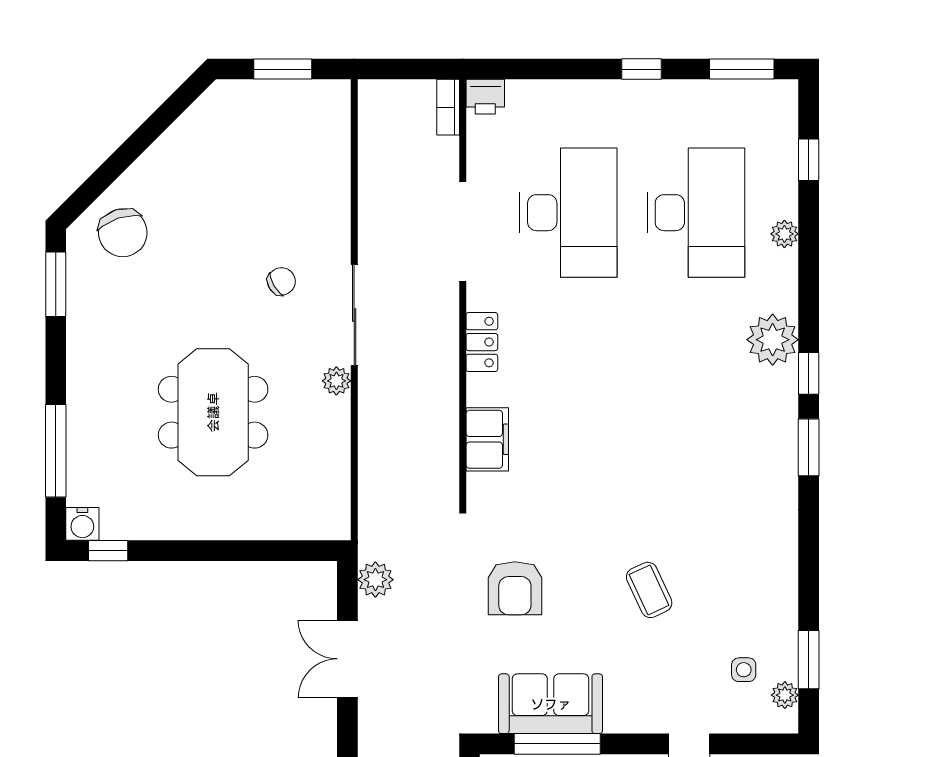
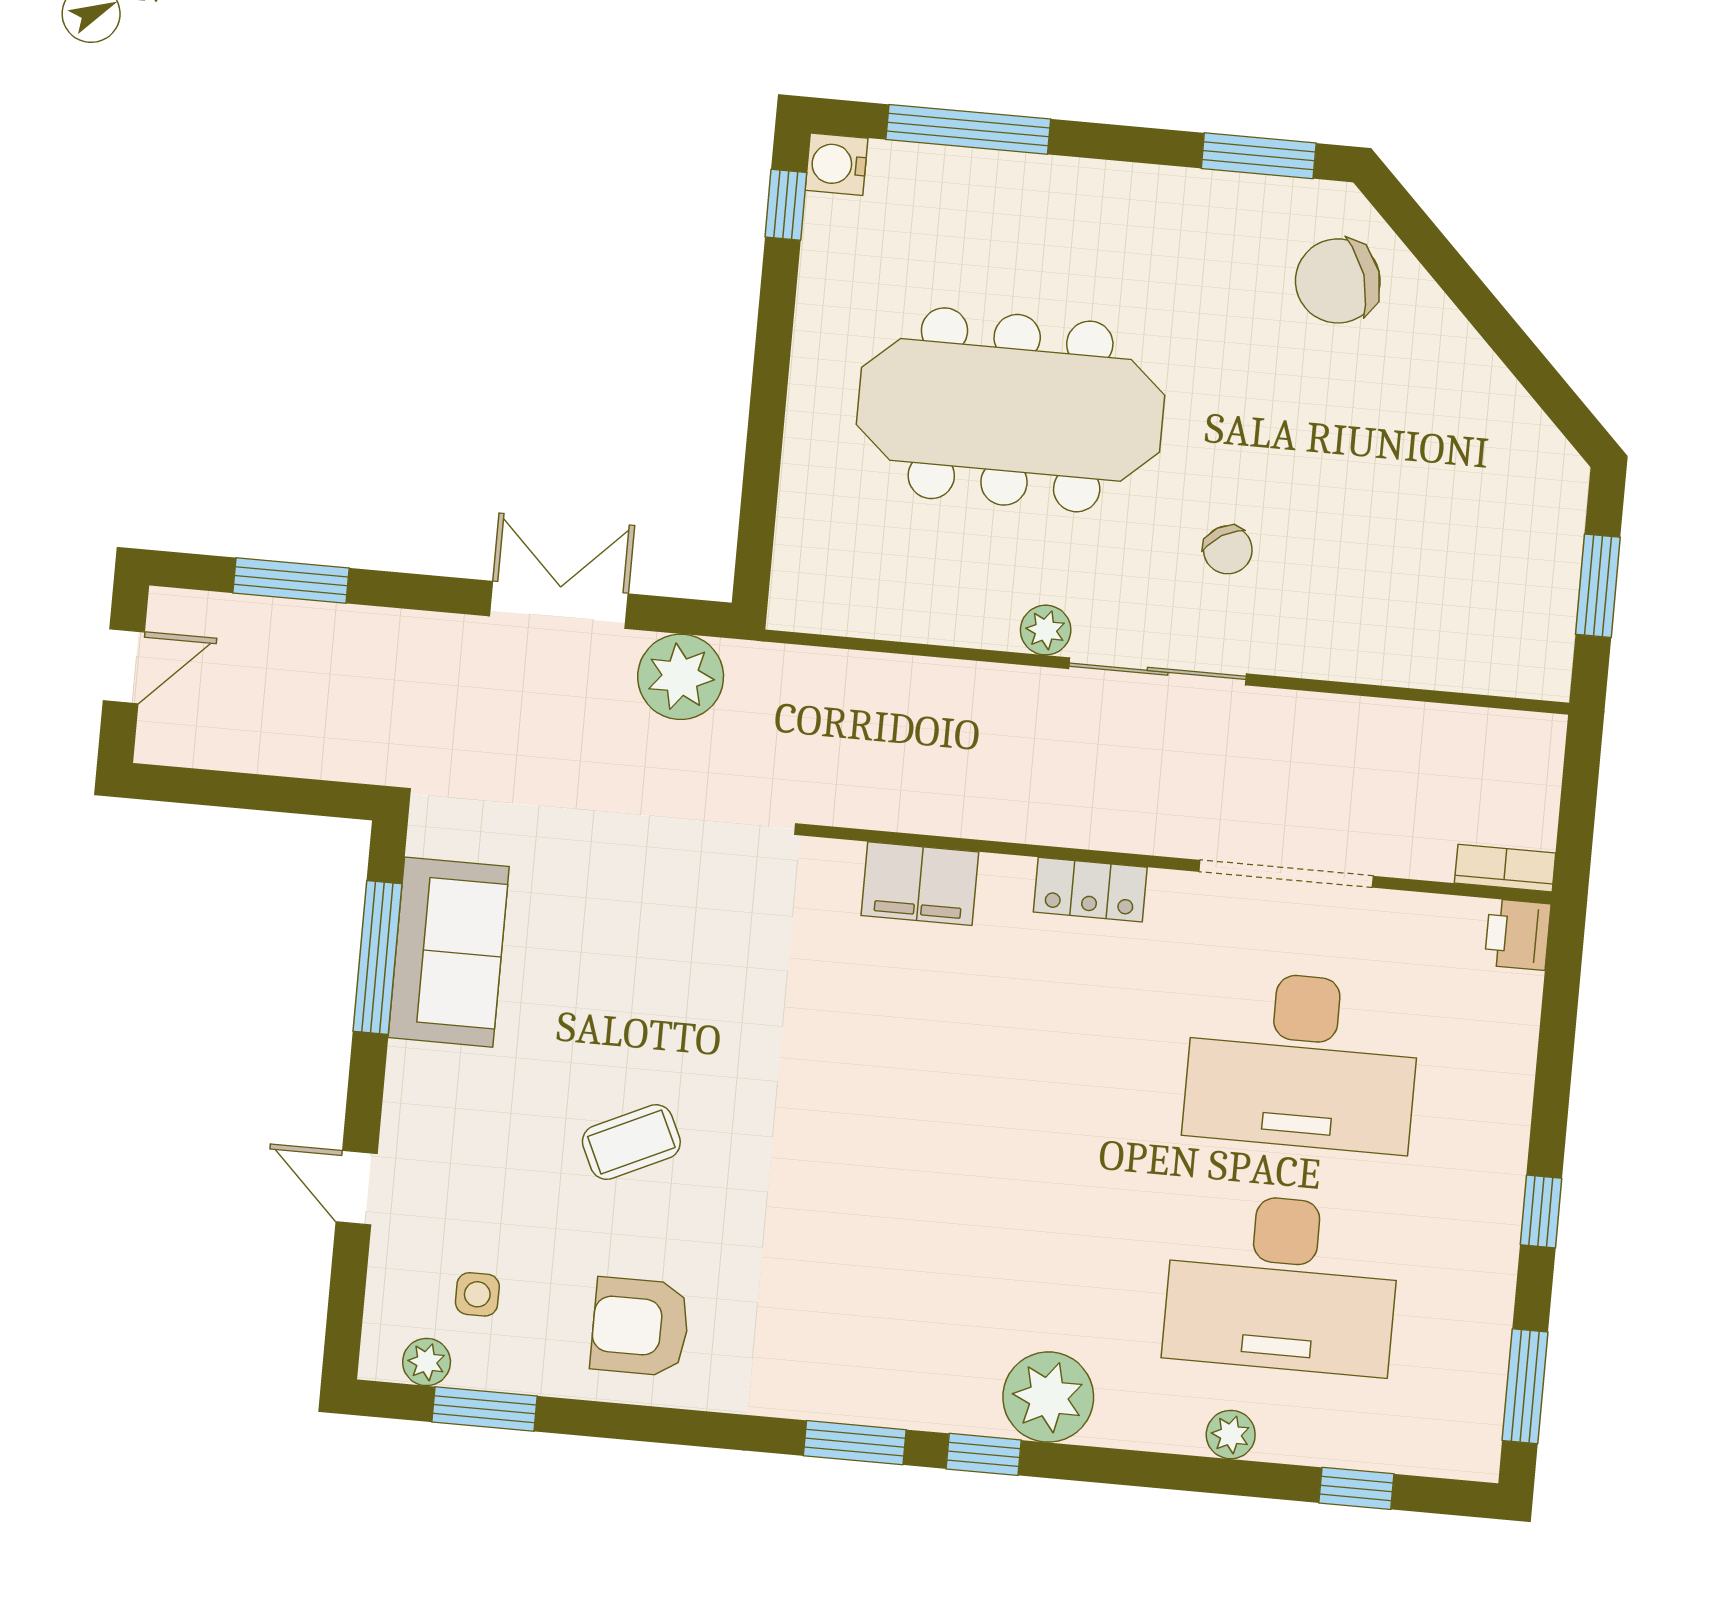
meeting table: (213, 412) -> (1011, 410), width x1.36
plant: (375, 580) -> (681, 677), width x1.36, depth x1.36
armchair: (515, 588) -> (640, 1327), moved

